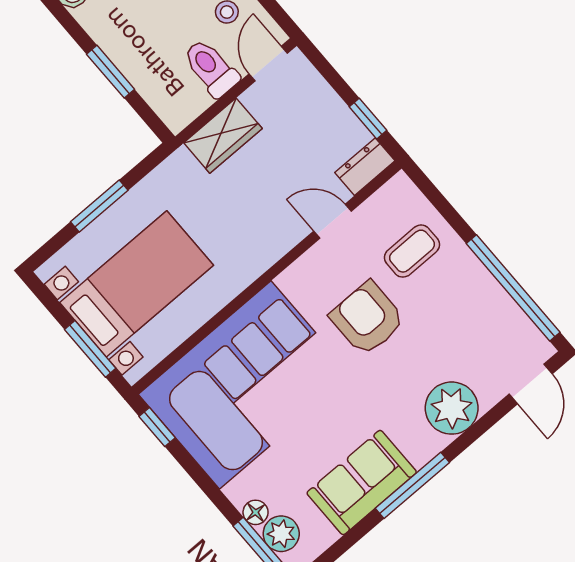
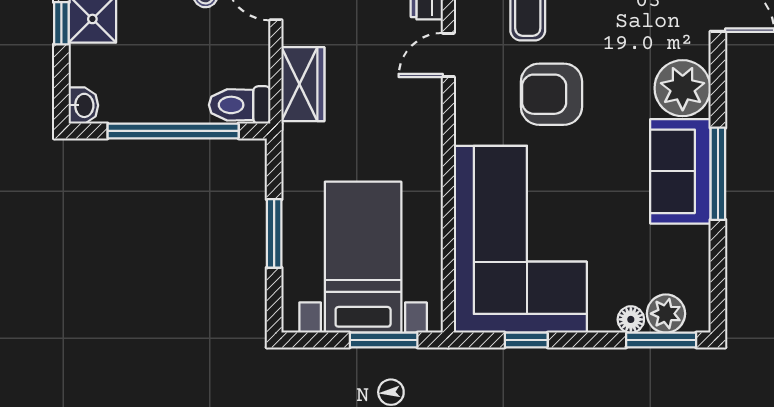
toilet: (211, 68) -> (240, 105), moved
window: (111, 72) -> (173, 131), width x2.11
window: (157, 427) -> (526, 340), moved
sofa: (362, 483) -> (680, 171), moved

